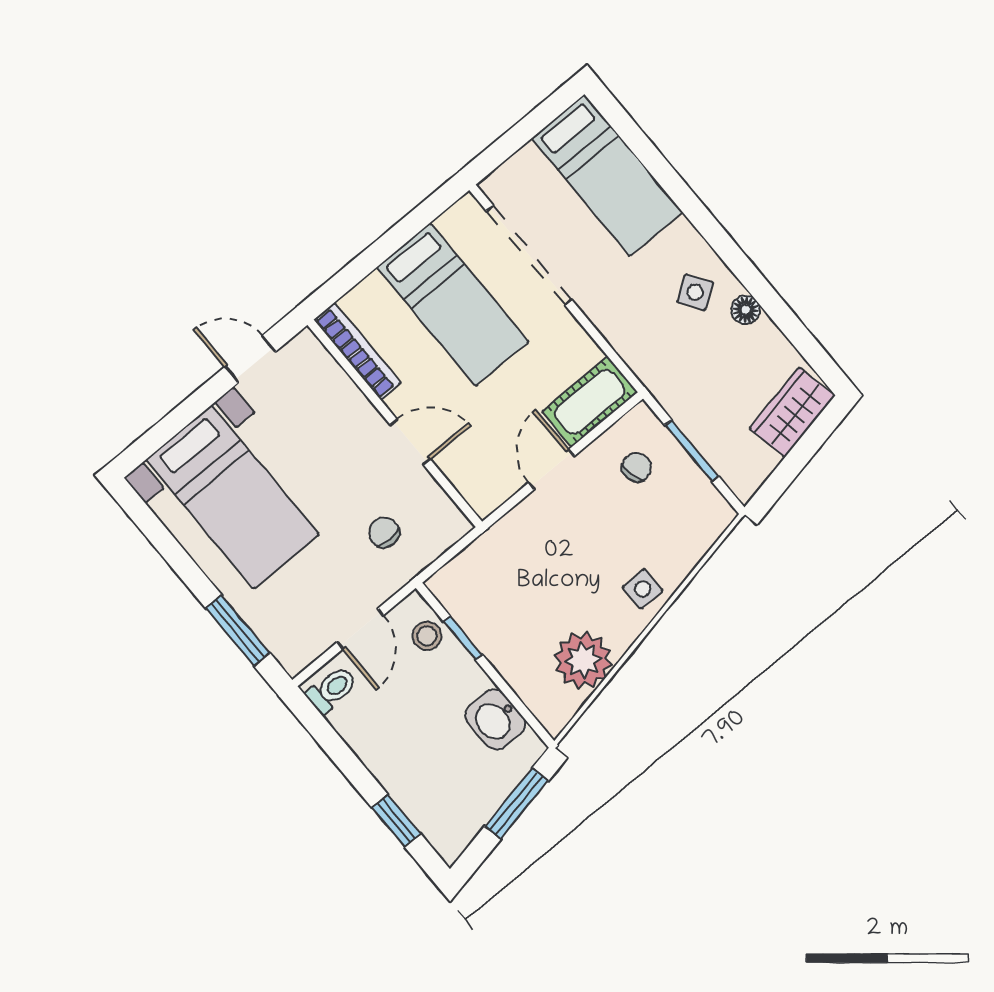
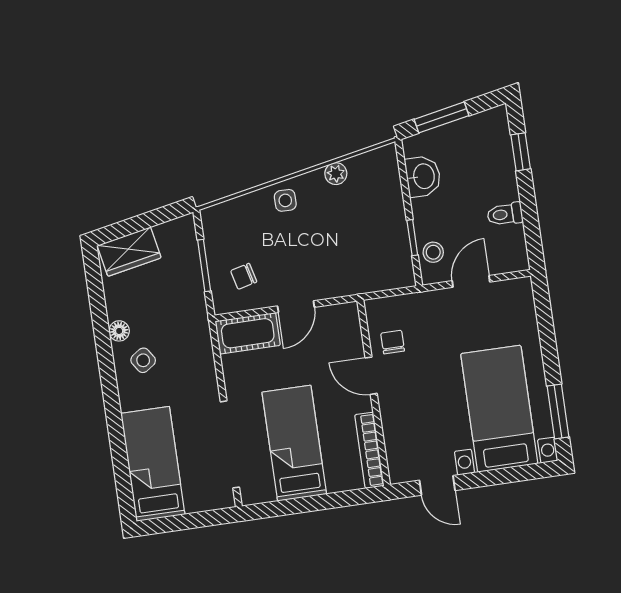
chair: (384, 532) -> (393, 342), moved, turned 180
window: (238, 630) -> (558, 411), moved
plant: (583, 660) -> (336, 174), width x0.53, depth x0.53
toilet: (332, 690) -> (505, 214), moved

